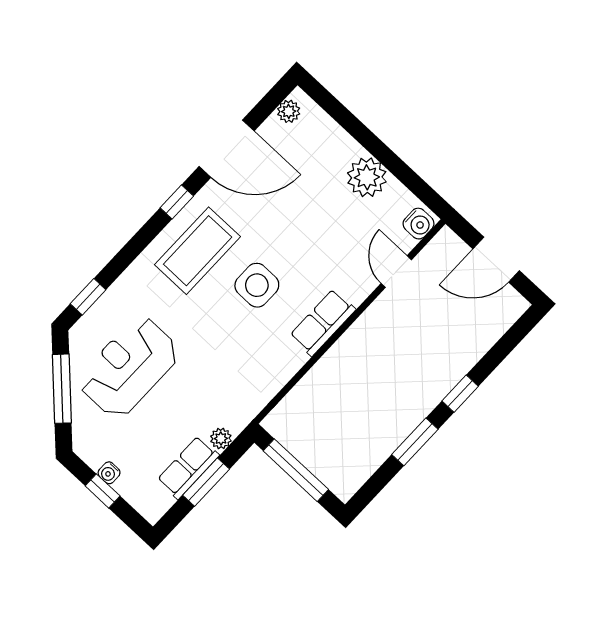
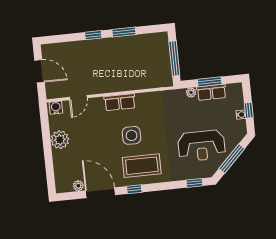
plant: (289, 111) -> (78, 186), moved

